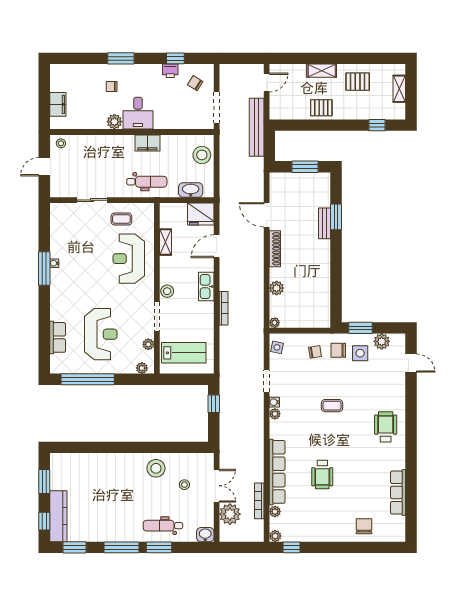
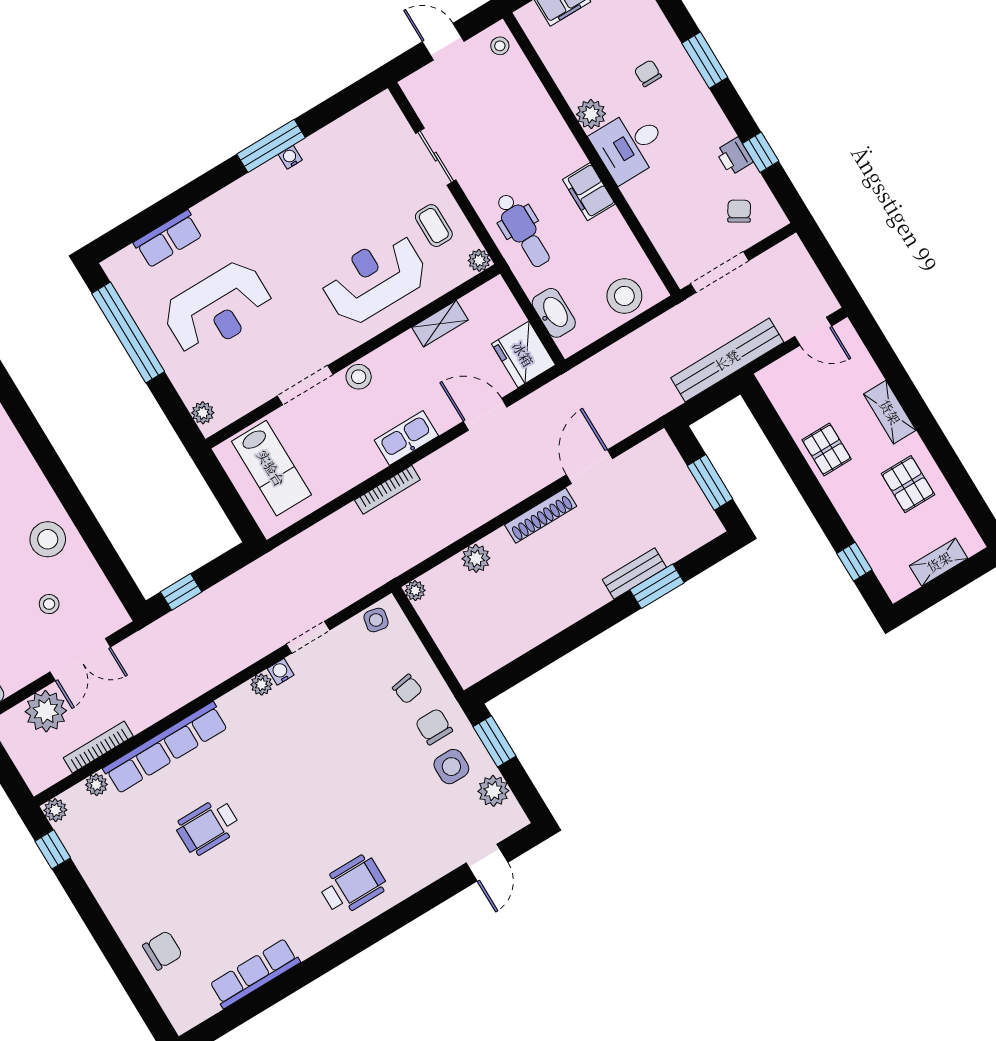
plant: (148, 344) -> (479, 260), moved
window: (214, 404) -> (181, 592), moved
coffee table: (332, 406) -> (334, 773), removed

